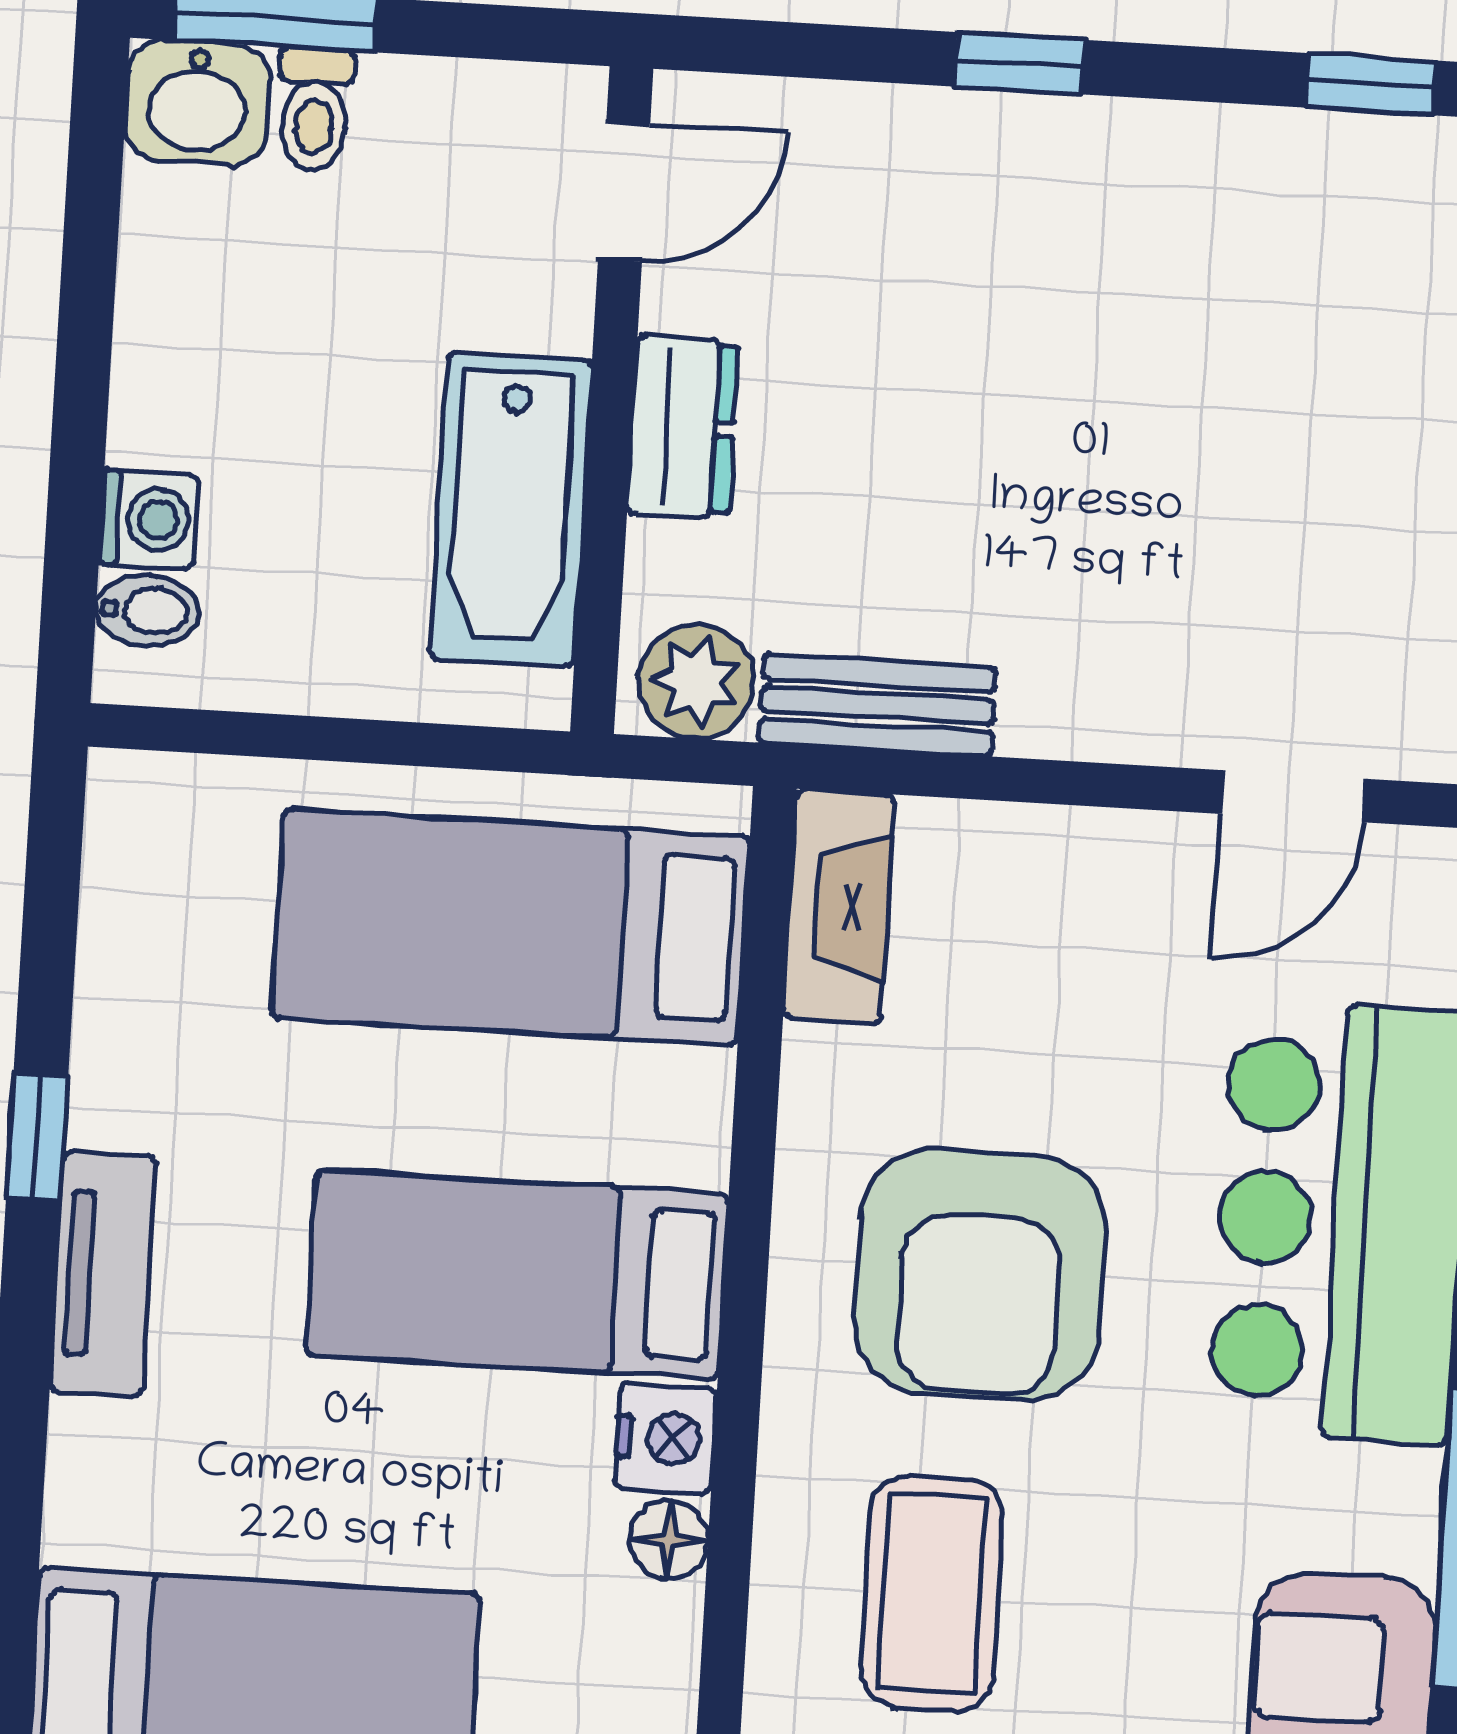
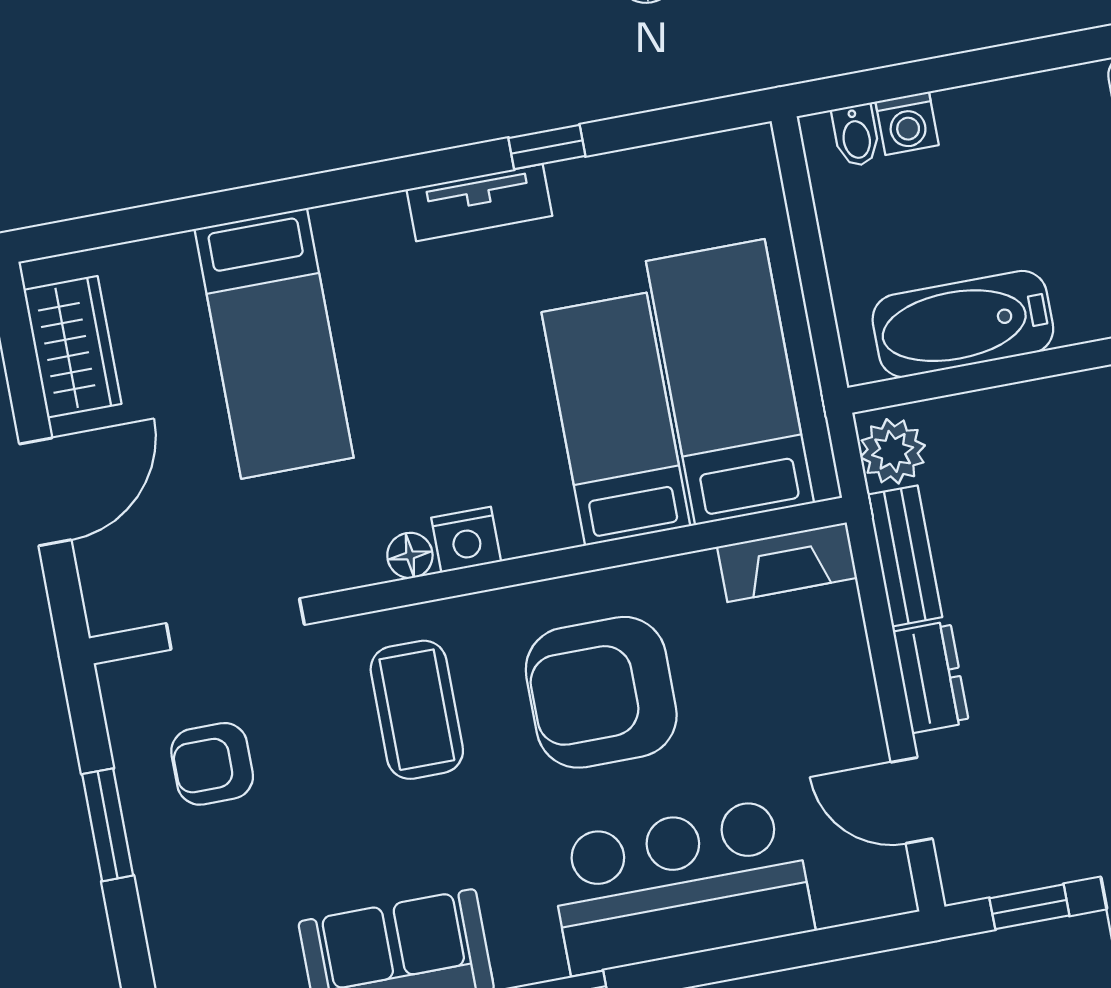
dresser: (683, 427) -> (931, 677), moved, turned -90
bed: (517, 1275) -> (616, 419), moved
coffee table: (932, 1593) -> (417, 710), turned 90

